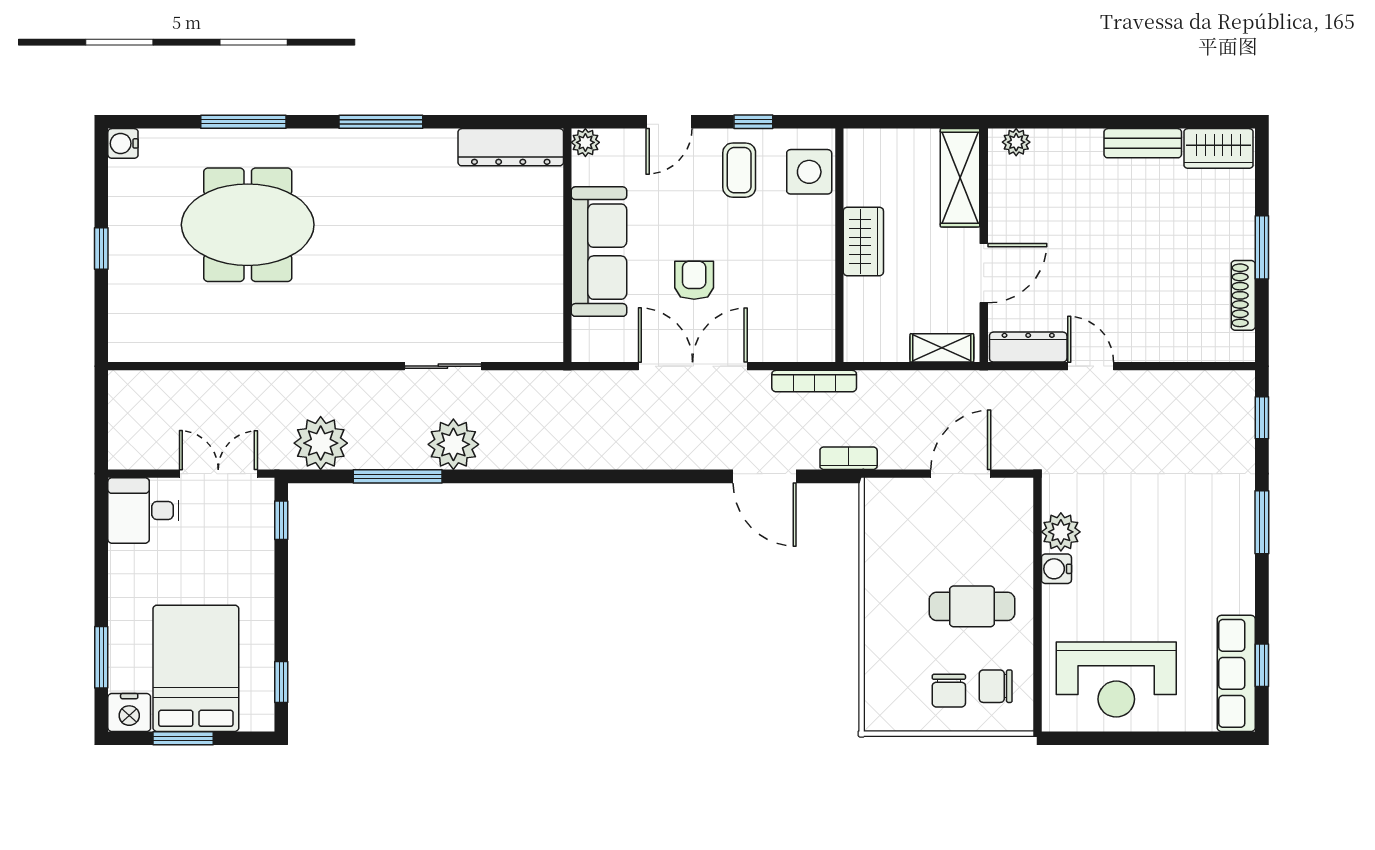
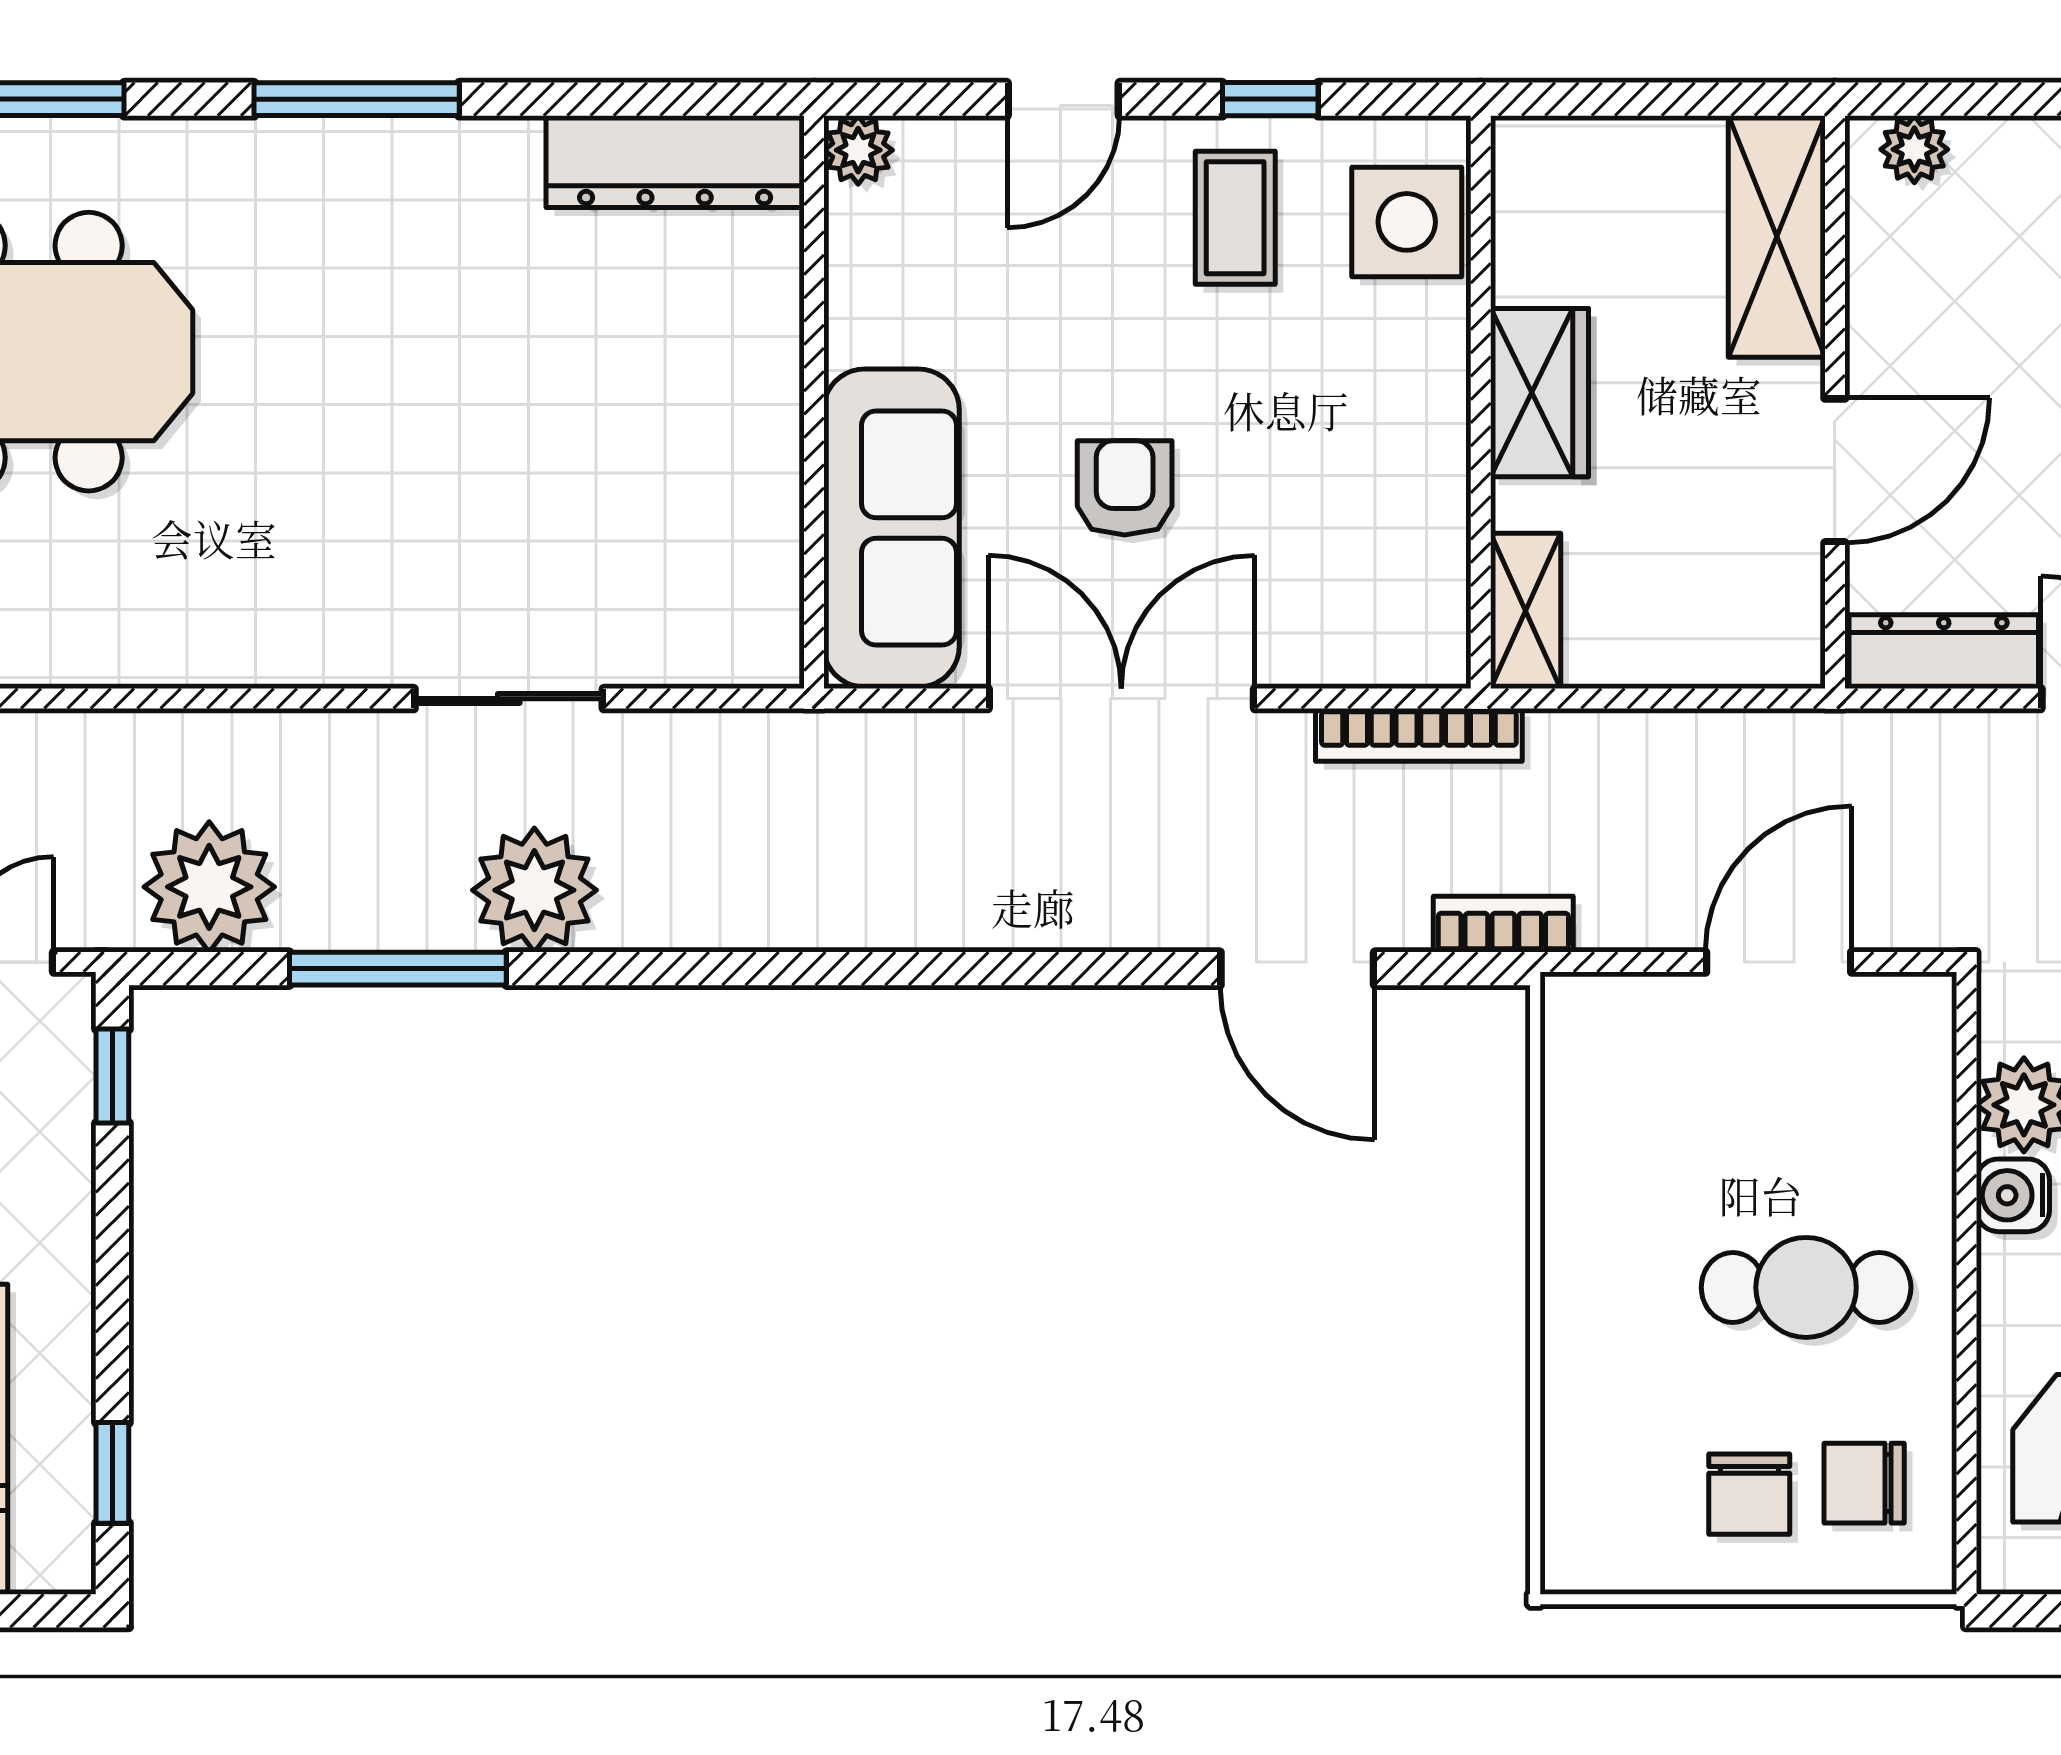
sofa: (599, 252) -> (891, 528), moved
shelving: (942, 348) -> (1526, 611), moved, turned 90

